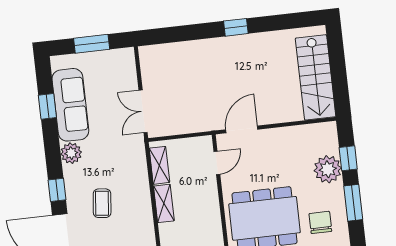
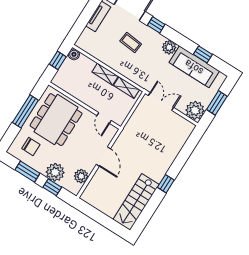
plant: (121, 62) -> (195, 110), added
stairs: (316, 77) -> (136, 202), moved, turned -90
door: (242, 129) -> (103, 156), moved
plant: (308, 135) -> (81, 176), added

